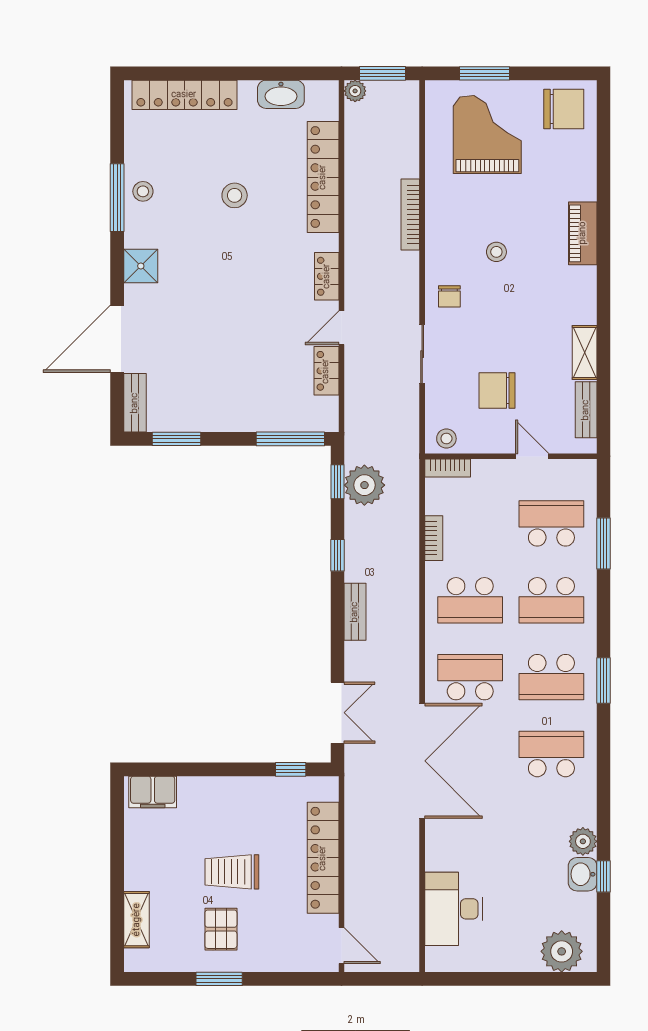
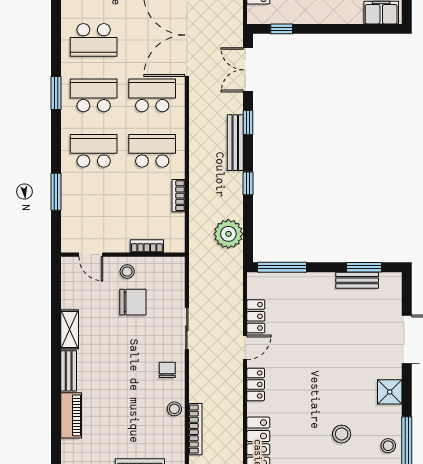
stool: (235, 195) -> (342, 434), moved
stool: (496, 252) -> (174, 409), moved
bench: (135, 403) -> (357, 280), moved, turned 90
bench: (586, 410) -> (69, 371), moved
stool: (446, 439) -> (127, 272), moved
door: (532, 456) -> (91, 255), moved
bookcase: (448, 468) -> (147, 246), moved
window: (337, 482) -> (248, 122), moved
school desk: (551, 523) -> (94, 206), removed
bench: (355, 612) -> (235, 143), width x1.36
school desk: (470, 677) -> (152, 95), turned 180

